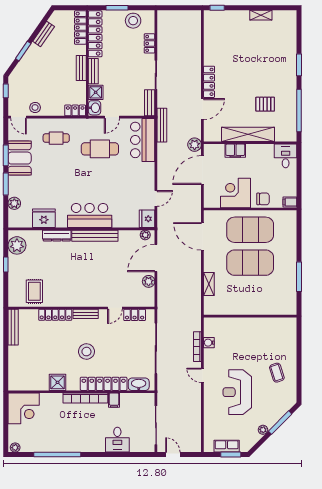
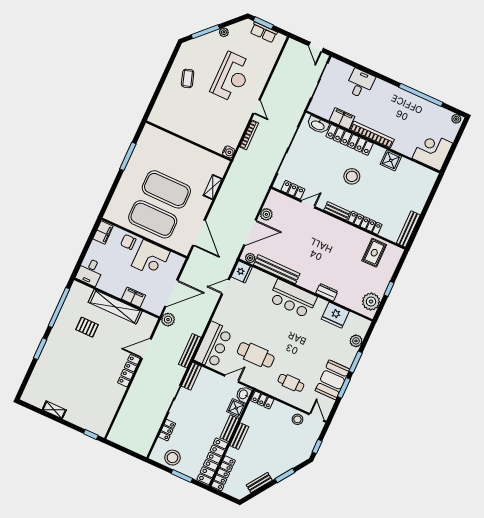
filing cabinet: (290, 202) -> (103, 233), width x2.00
dresser: (57, 236) -> (327, 292), width x0.70
bench: (95, 236) -> (277, 269), moved
water cooler: (209, 343) -> (229, 152), moved
filing cabinet: (114, 400) -> (342, 119), width x2.00

